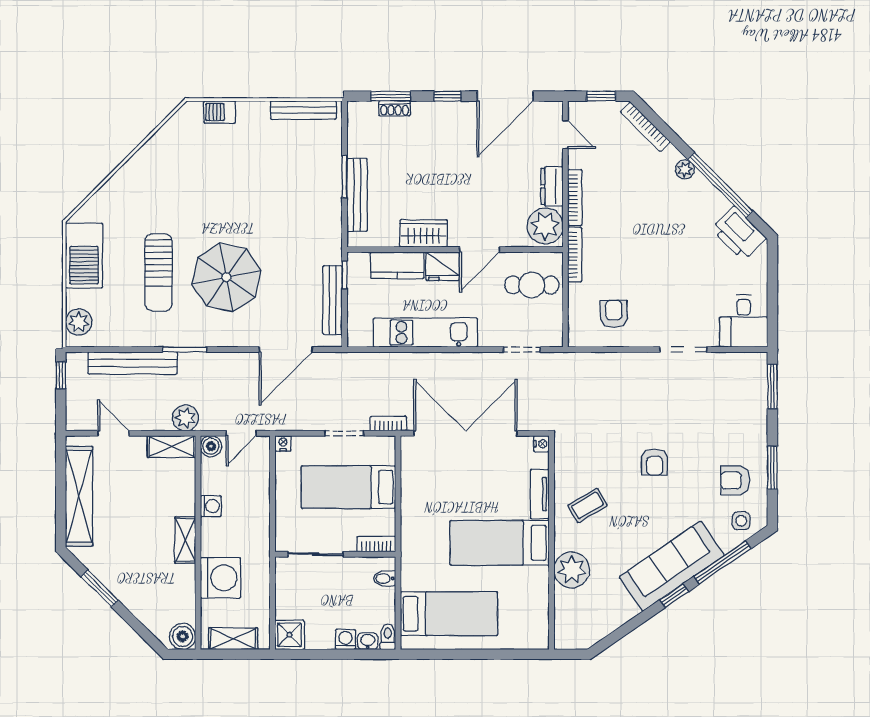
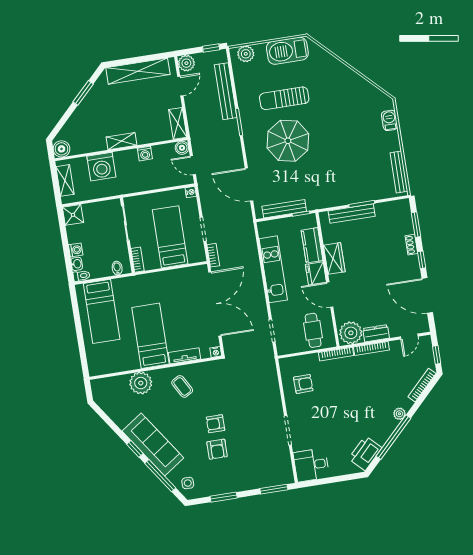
shoe rack: (395, 108) -> (411, 245), moved
plant: (185, 418) -> (186, 63), moved
armchair: (735, 480) -> (217, 449), moved, turned 180

